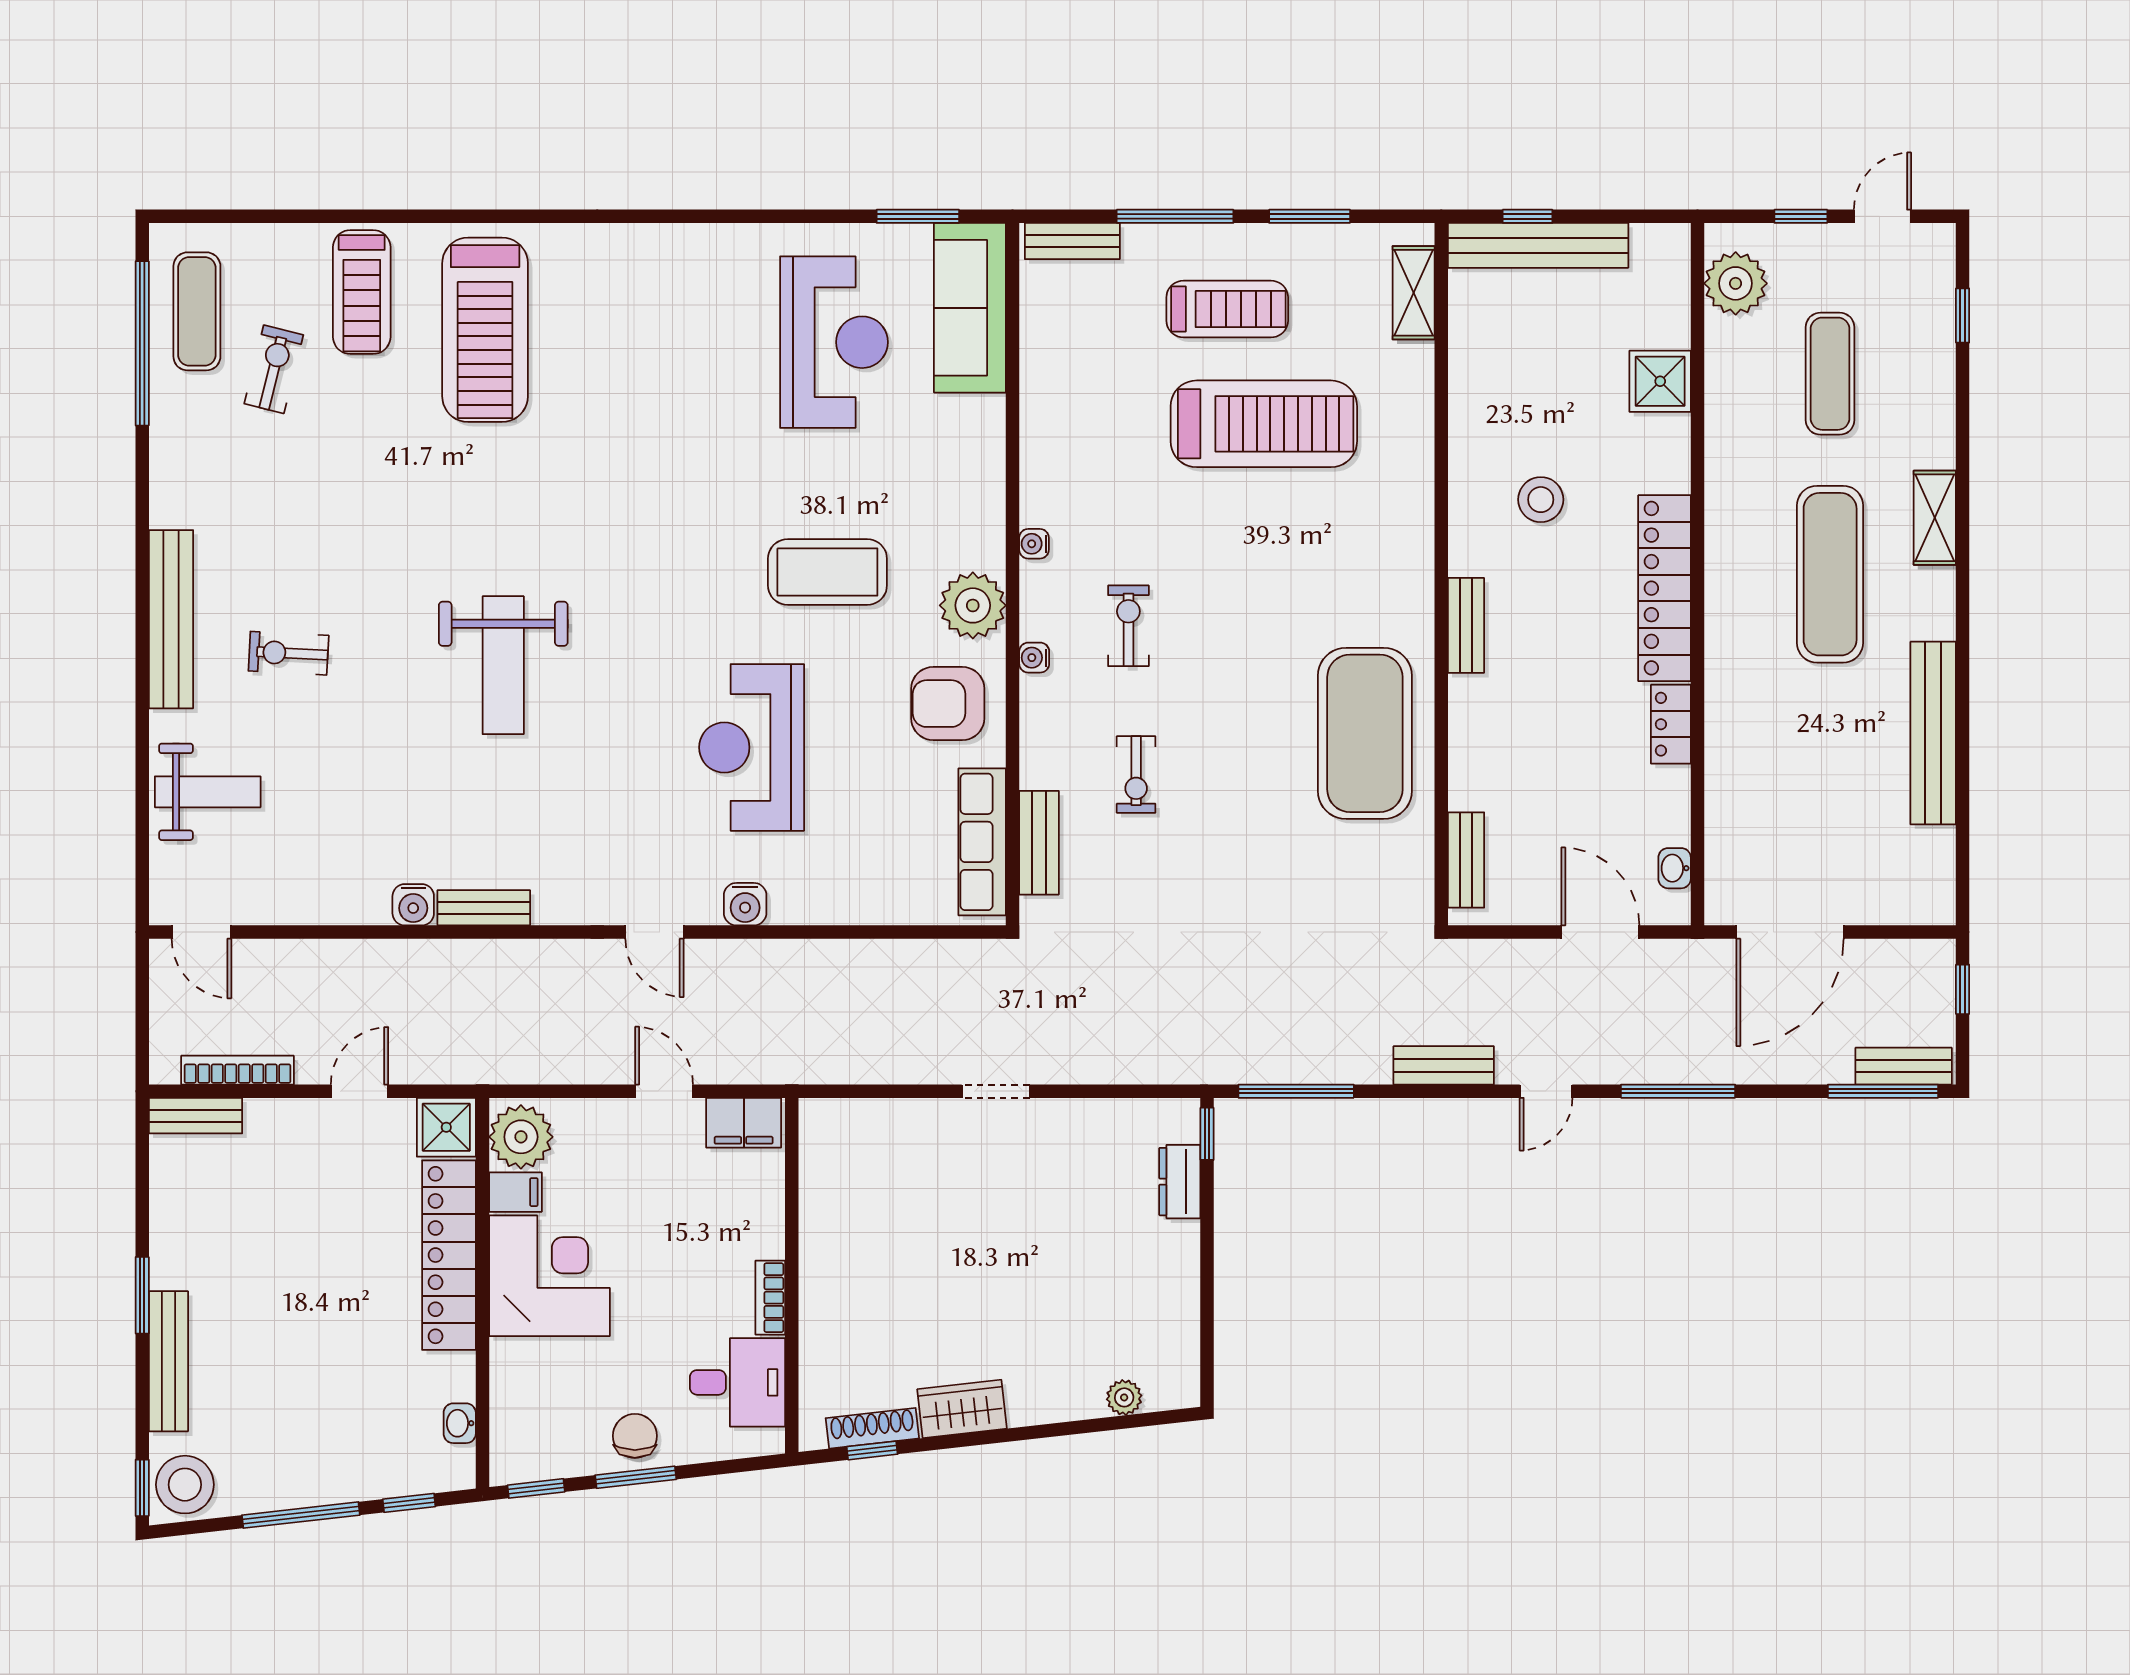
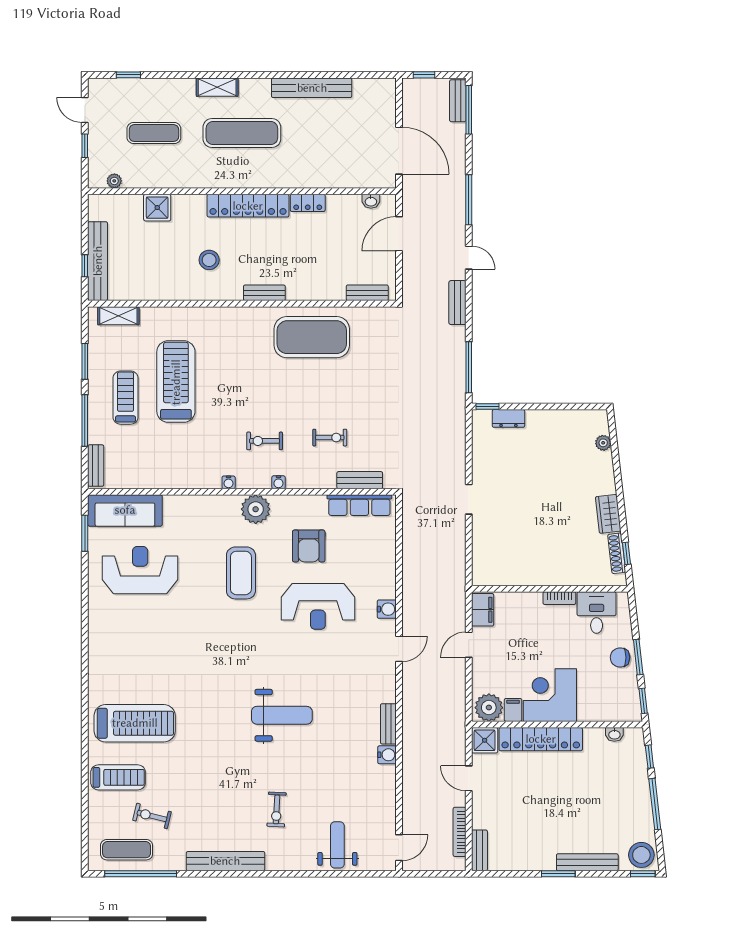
plant: (1736, 283) -> (114, 181), width x0.53, depth x0.53
bench: (171, 619) -> (225, 861), moved
armchair: (948, 704) -> (309, 546), moved

